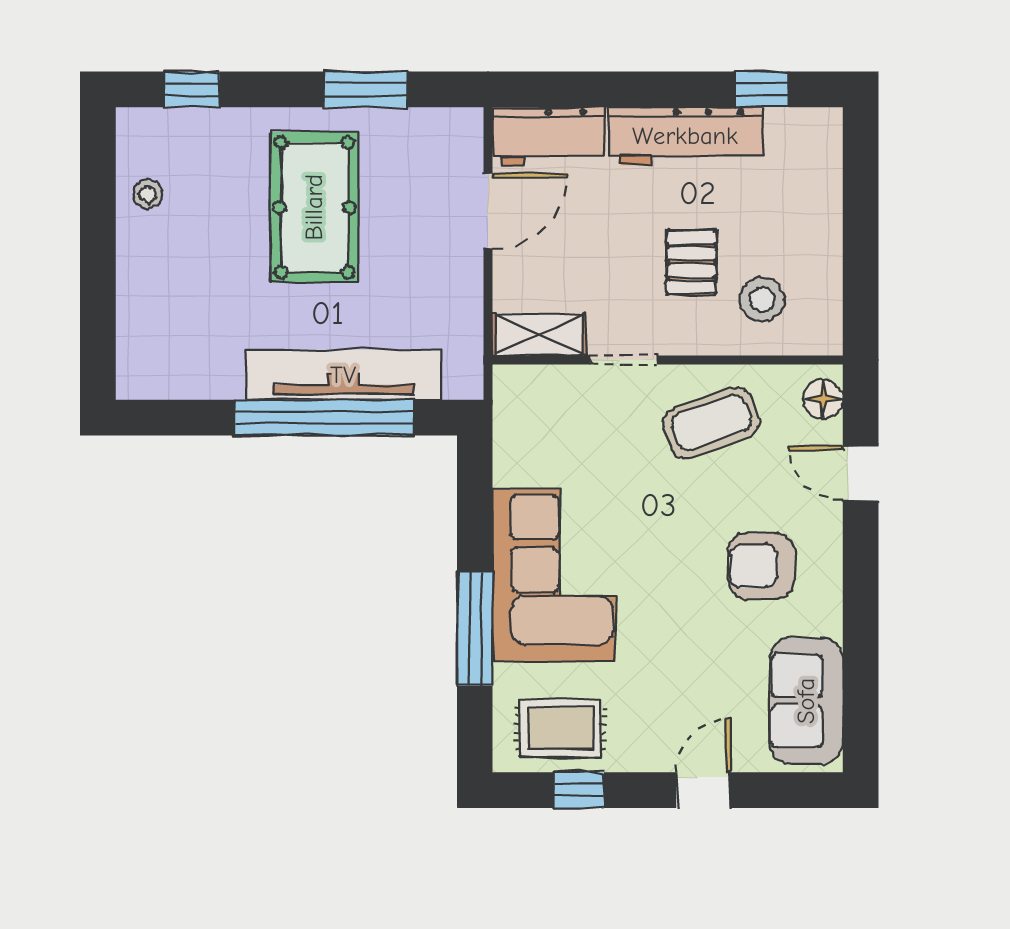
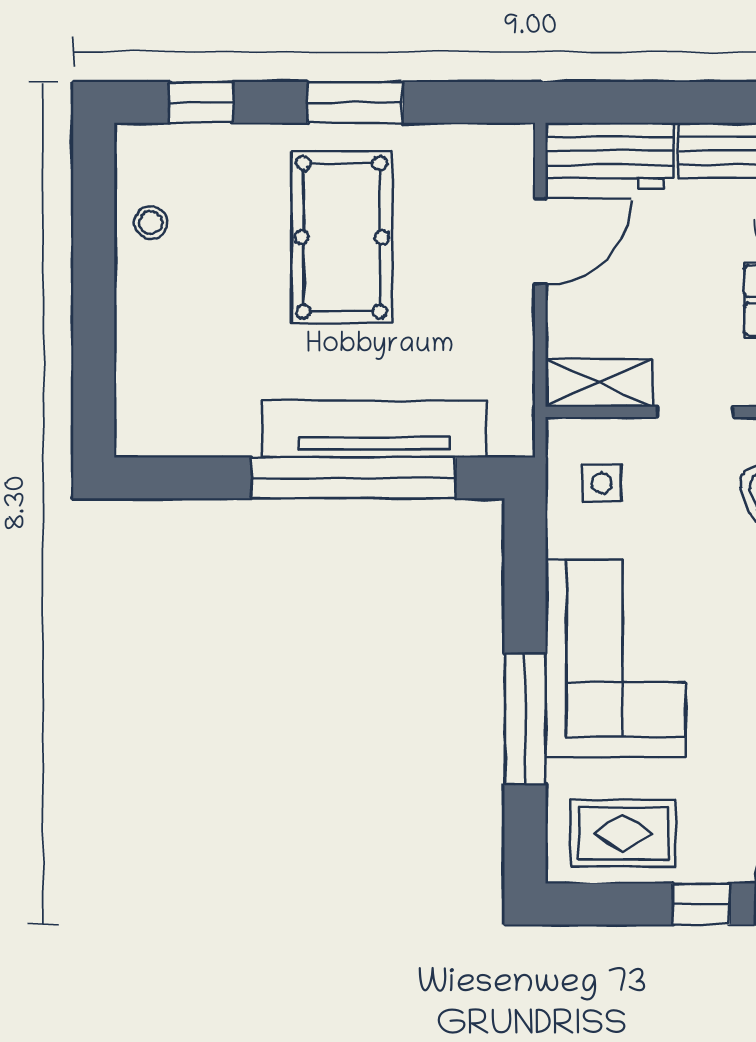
window: (366, 89) -> (355, 102), moved
side table: (542, 422) -> (602, 483), added
window: (579, 790) -> (701, 904), moved

